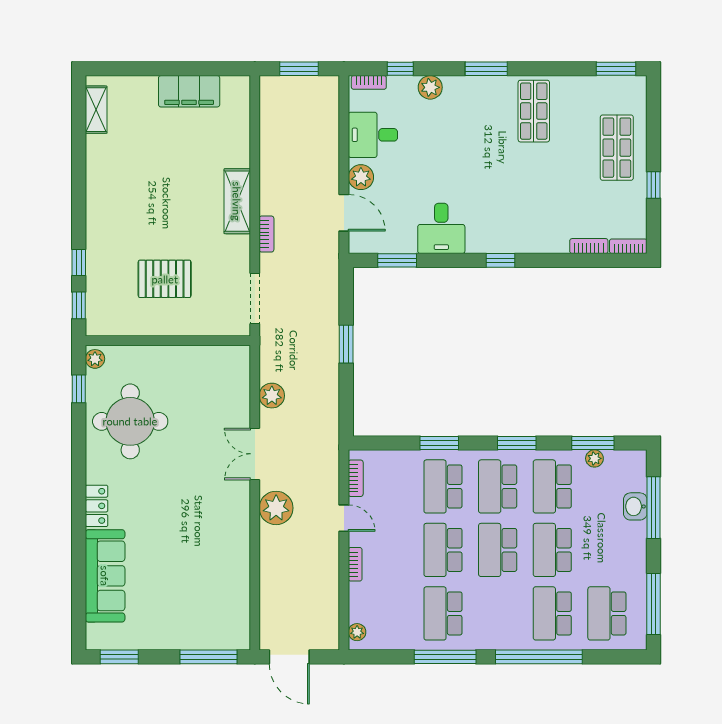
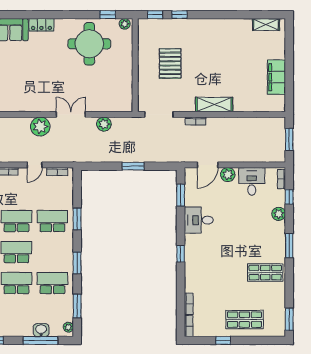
plant: (594, 458) -> (68, 327), moved
school desk: (498, 486) -> (52, 252), removed

